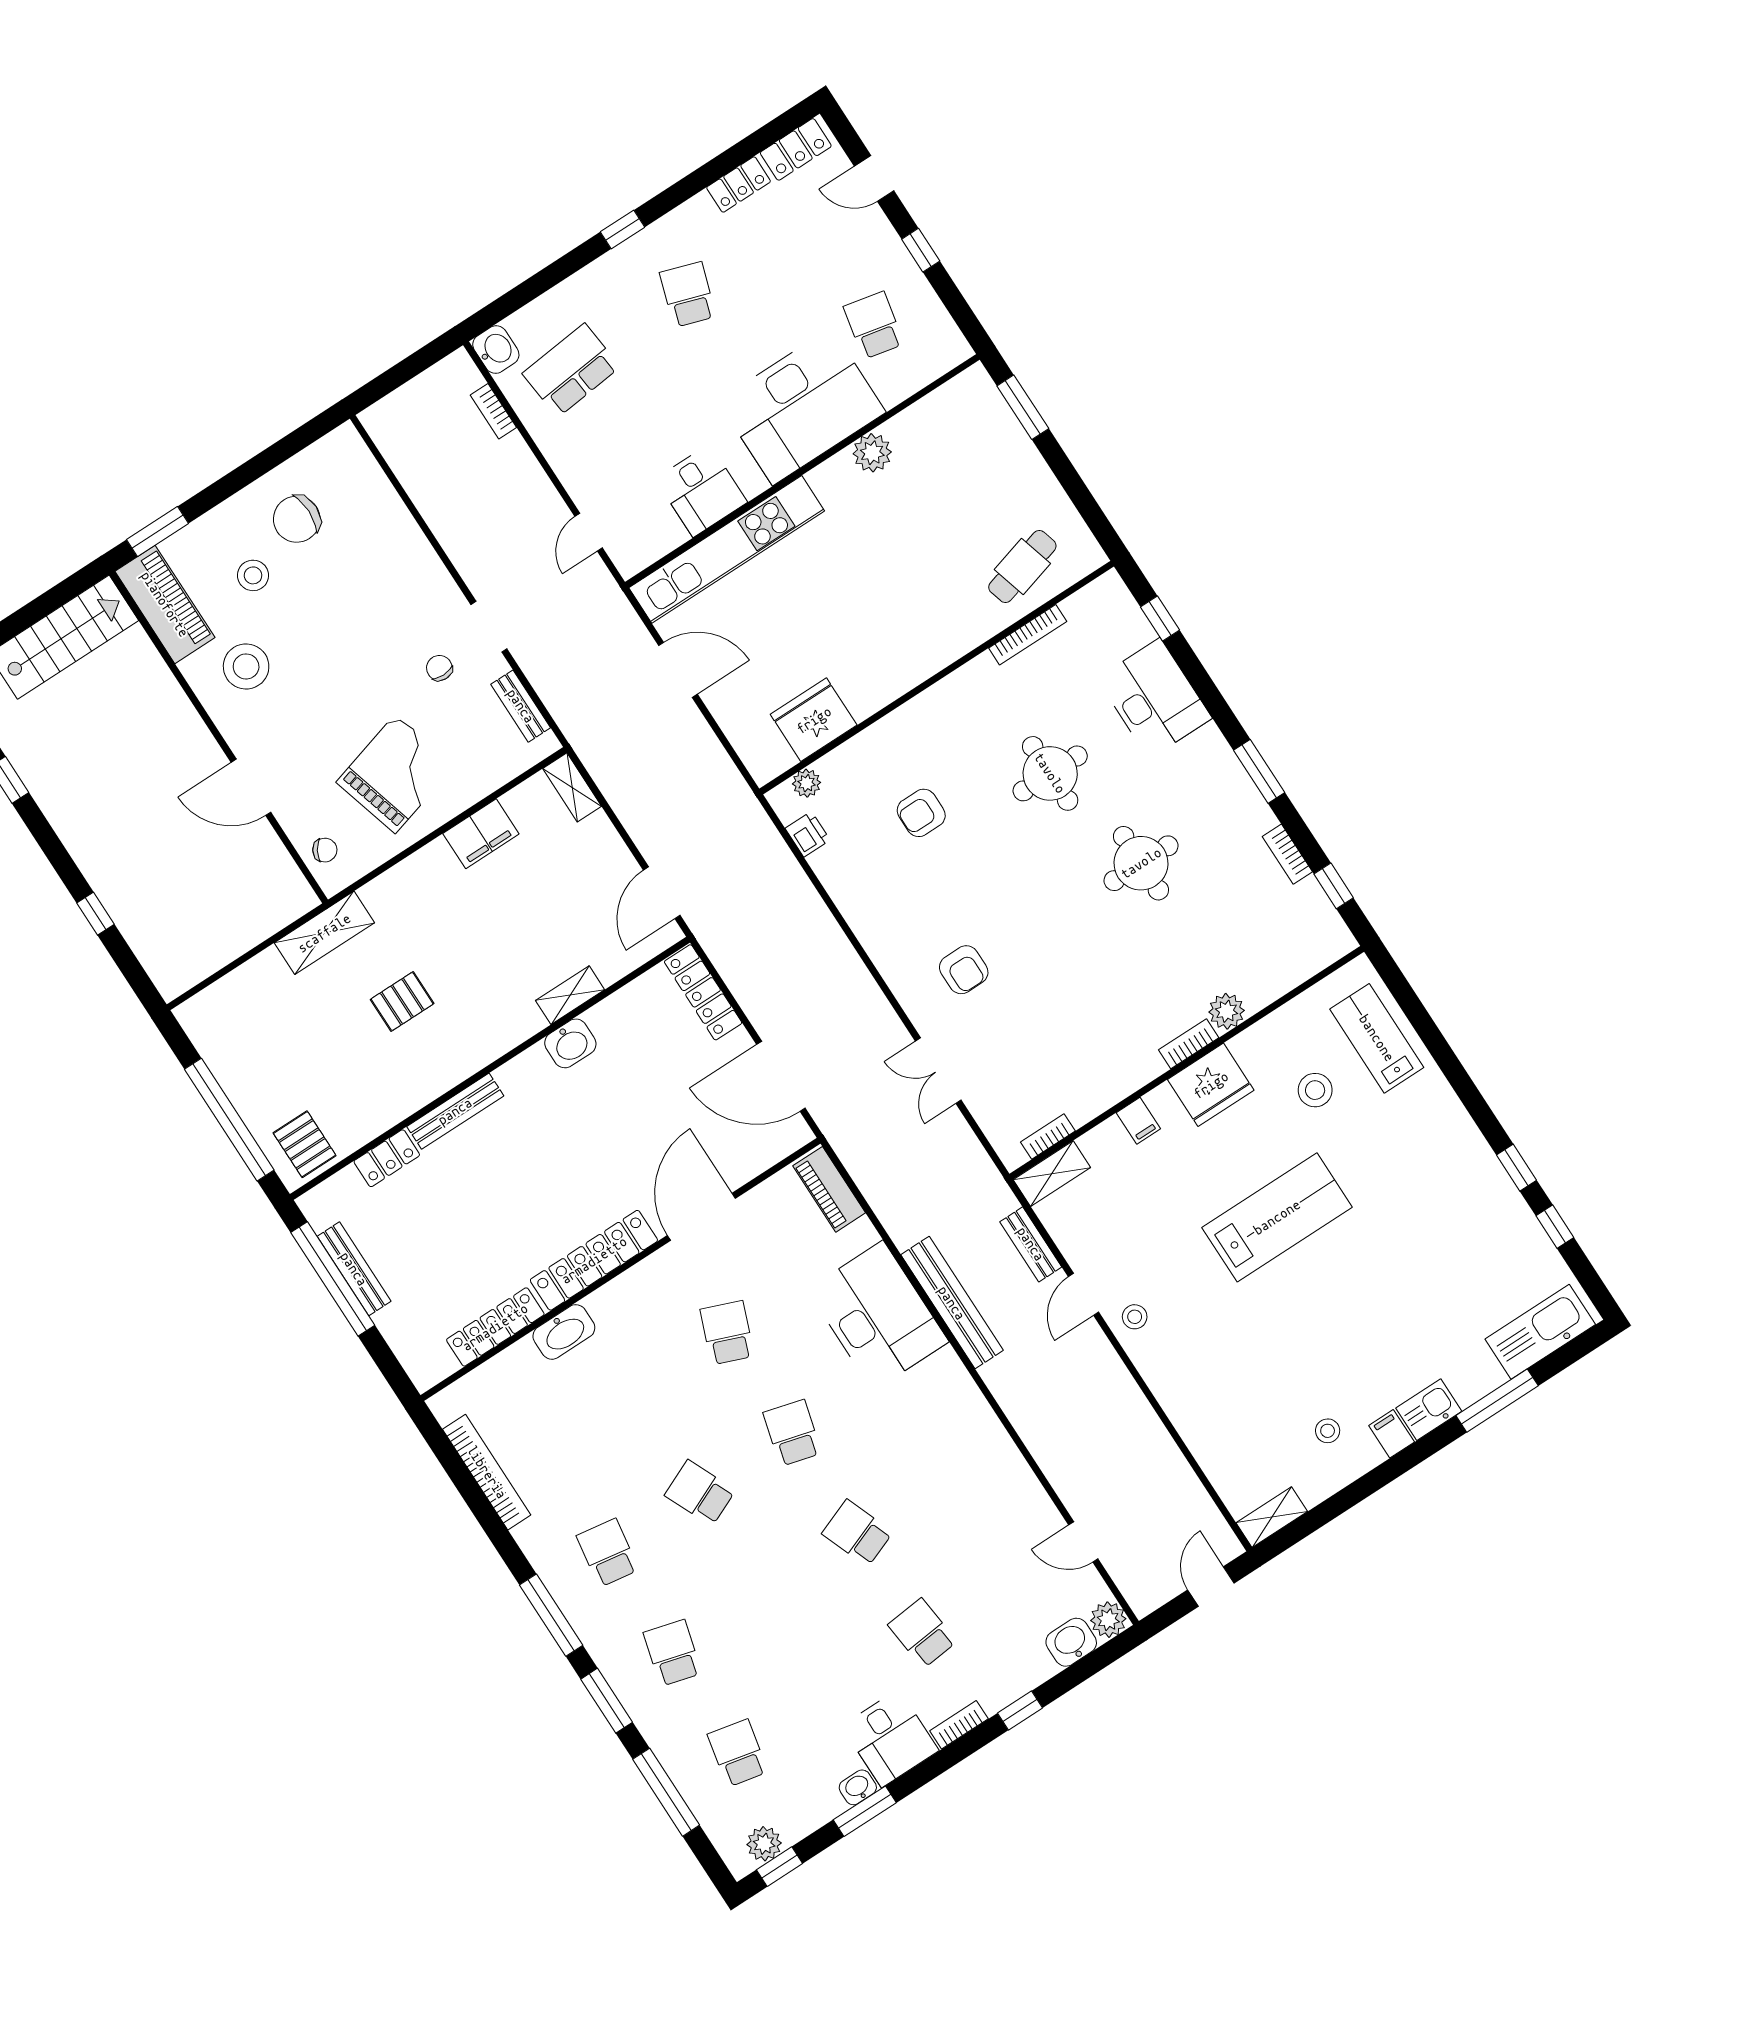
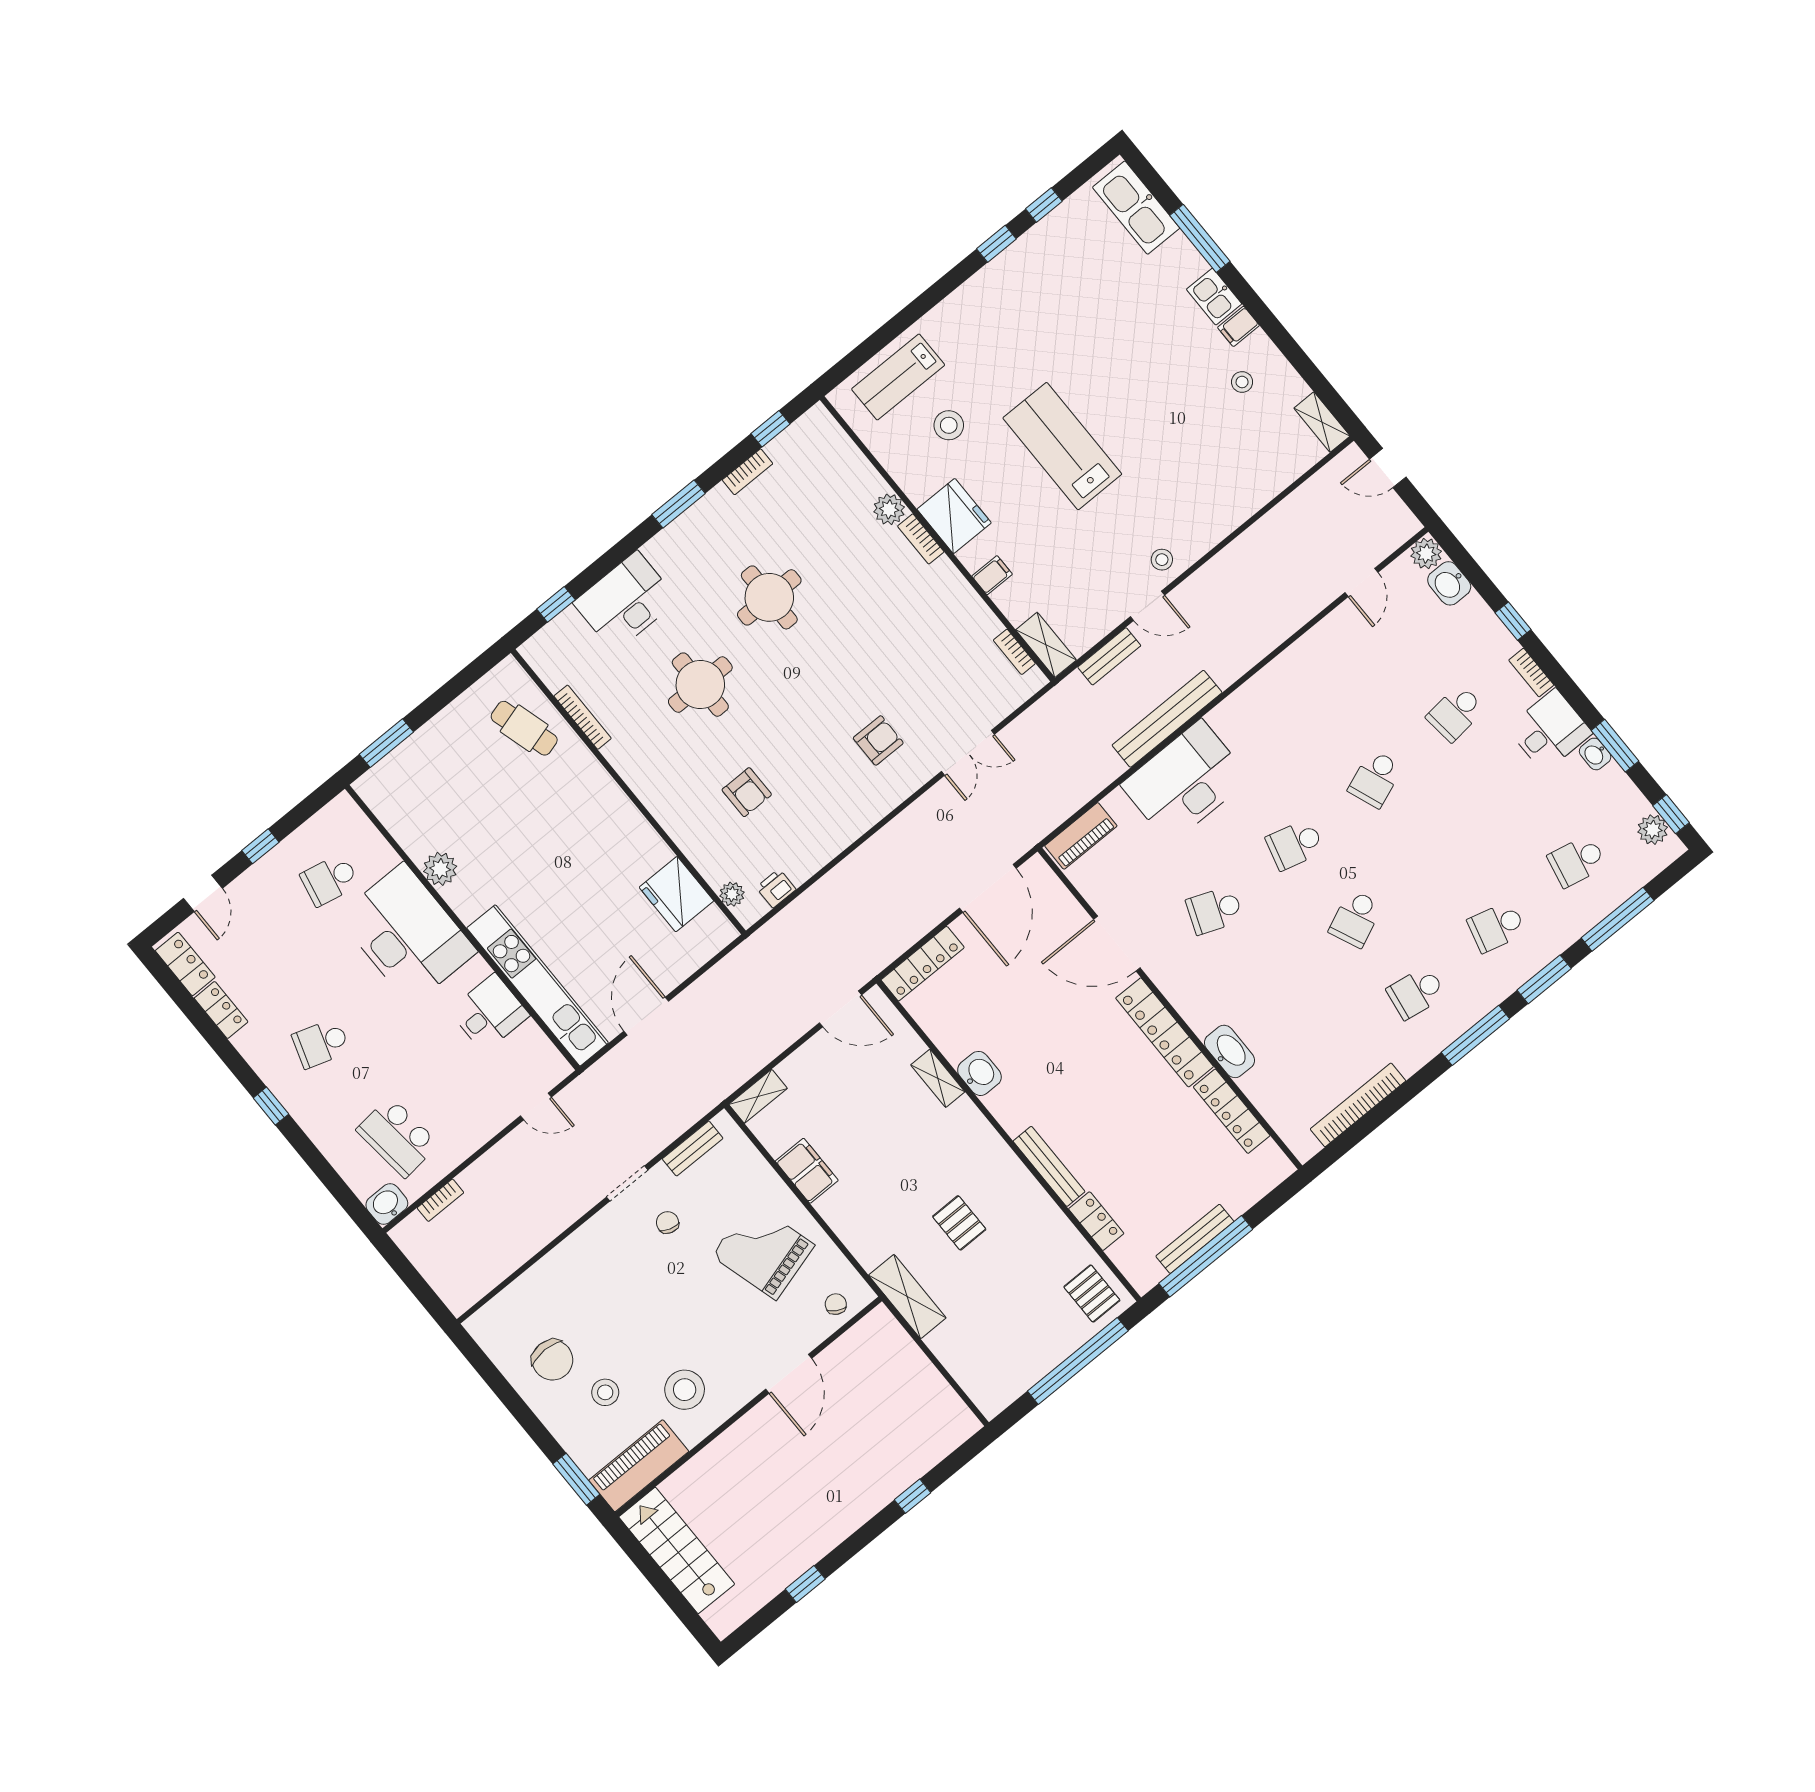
chair: (439, 668) -> (667, 1222), turned 107
pallet: (305, 1144) -> (1092, 1294), turned 90

